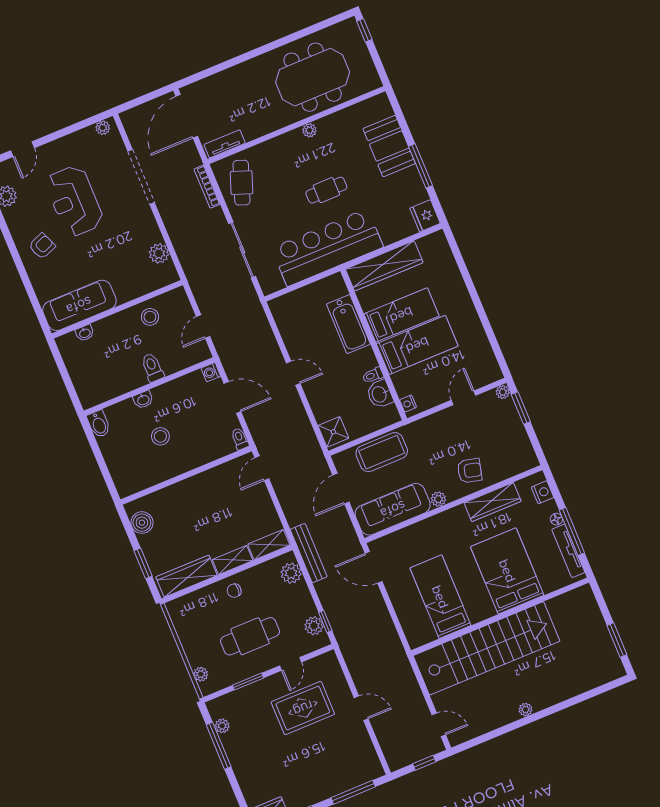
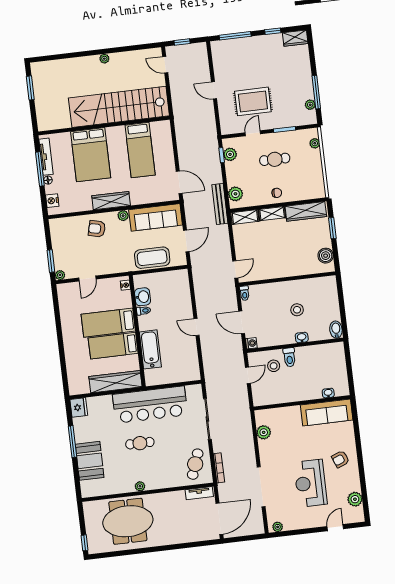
reception desk: (74, 201) -> (310, 483), turned 180
stool: (150, 317) -> (274, 366), moved
shower: (333, 432) -> (181, 280), removed
wardrobe: (493, 502) -> (111, 201), moved
cafe table: (250, 636) -> (275, 159), width x0.73, depth x0.74

